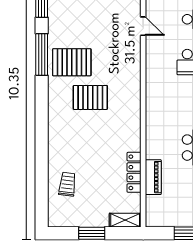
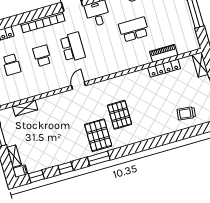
door: (143, 26) -> (78, 86), moved
window: (42, 54) -> (99, 158), width x0.69

